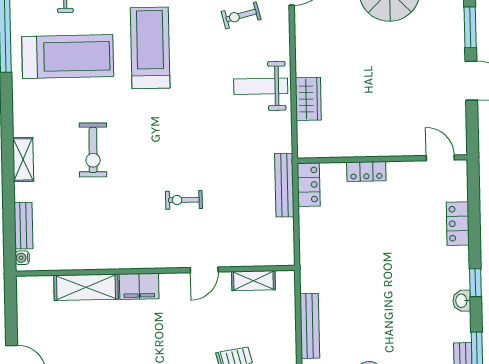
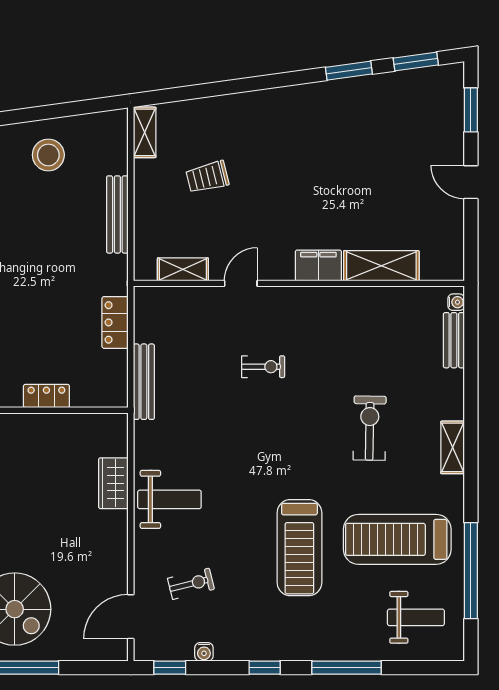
shelving: (23, 159) -> (453, 447), moved
locker: (309, 185) -> (115, 322), moved

